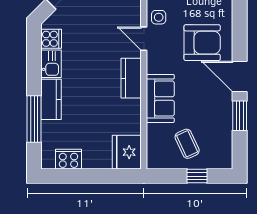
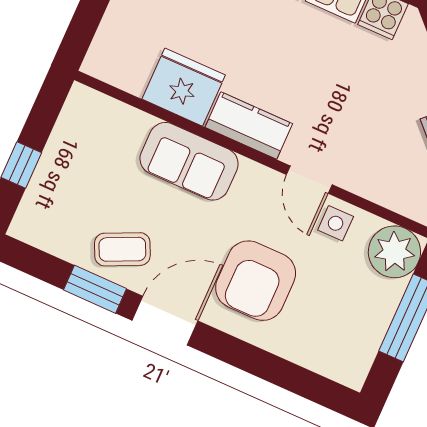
door: (144, 39) -> (309, 180), swing flipped
coffee table: (187, 144) -> (122, 249), moved
fridge: (127, 152) -> (184, 87), moved

